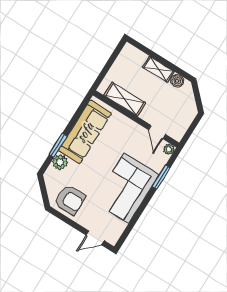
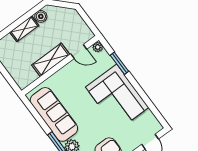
shelving: (125, 99) -> (51, 60), moved

